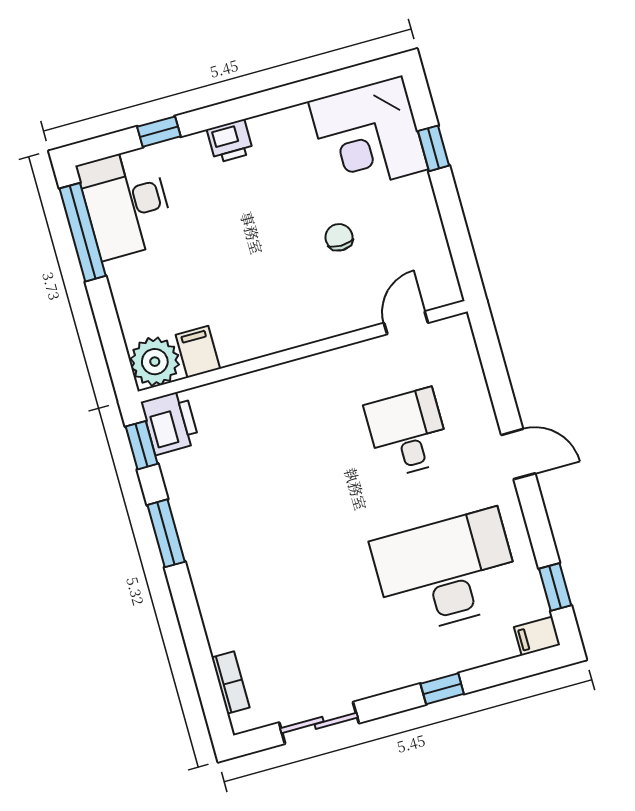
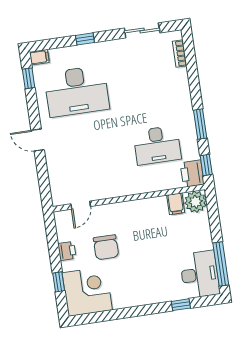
printer: (230, 141) -> (67, 251), moved, turned 90
chair: (339, 237) -> (106, 247), width x1.87, depth x1.87
desk: (408, 433) -> (157, 145), moved, width x1.37

